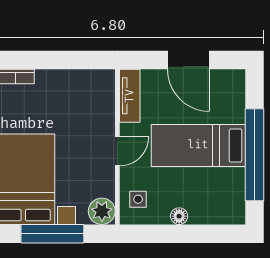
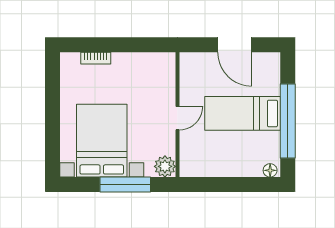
tv unit: (130, 96) -> (187, 74), removed
side table: (138, 199) -> (194, 157), removed
floor lamp: (179, 216) -> (270, 170), moved

